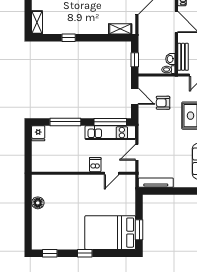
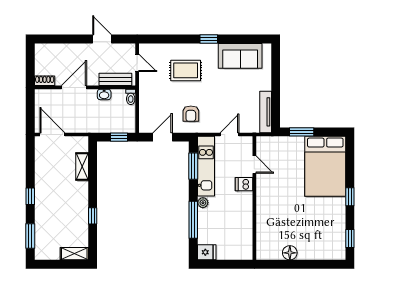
shelving: (120, 29) -> (82, 167), moved
washbasin: (170, 59) -> (104, 94), moved
armchair: (163, 103) -> (191, 114), moved
window: (110, 122) -> (193, 166), width x0.69
plant: (80, 130) -> (203, 203), added
door: (137, 152) -> (230, 134), swing flipped
window: (139, 230) -> (302, 132), moved

